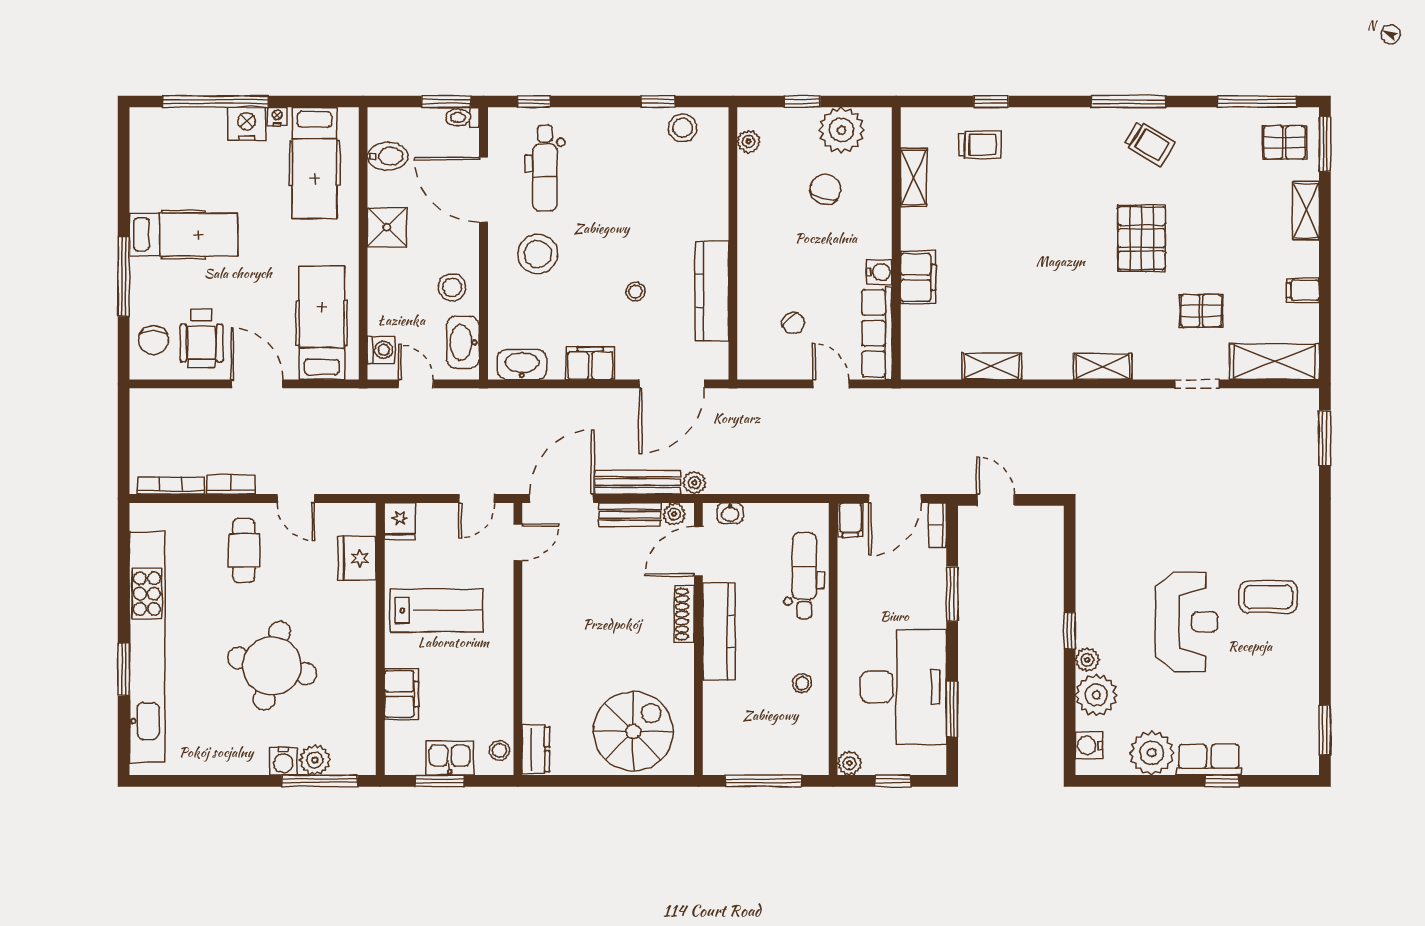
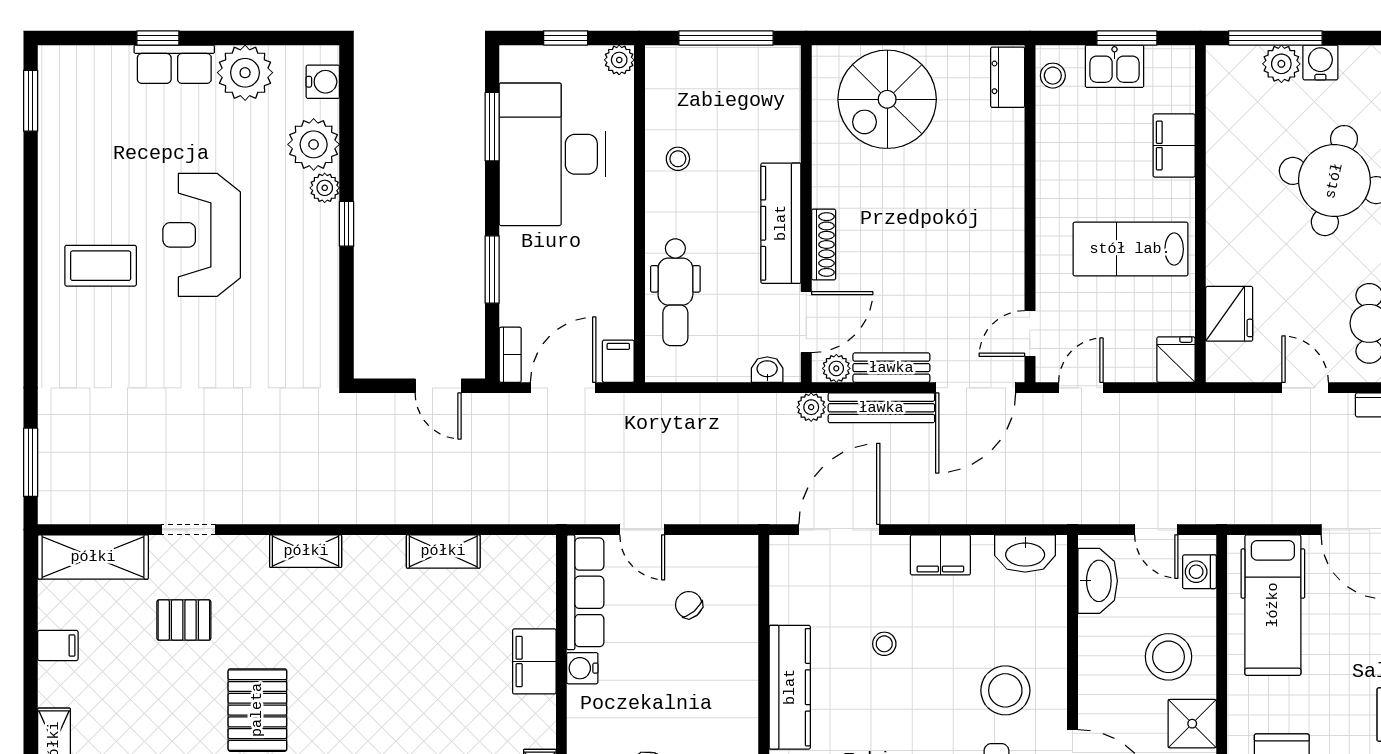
stool: (452, 287) -> (1169, 657), moved, width x1.38, depth x1.38
kitchen counter: (712, 291) -> (790, 687), moved

